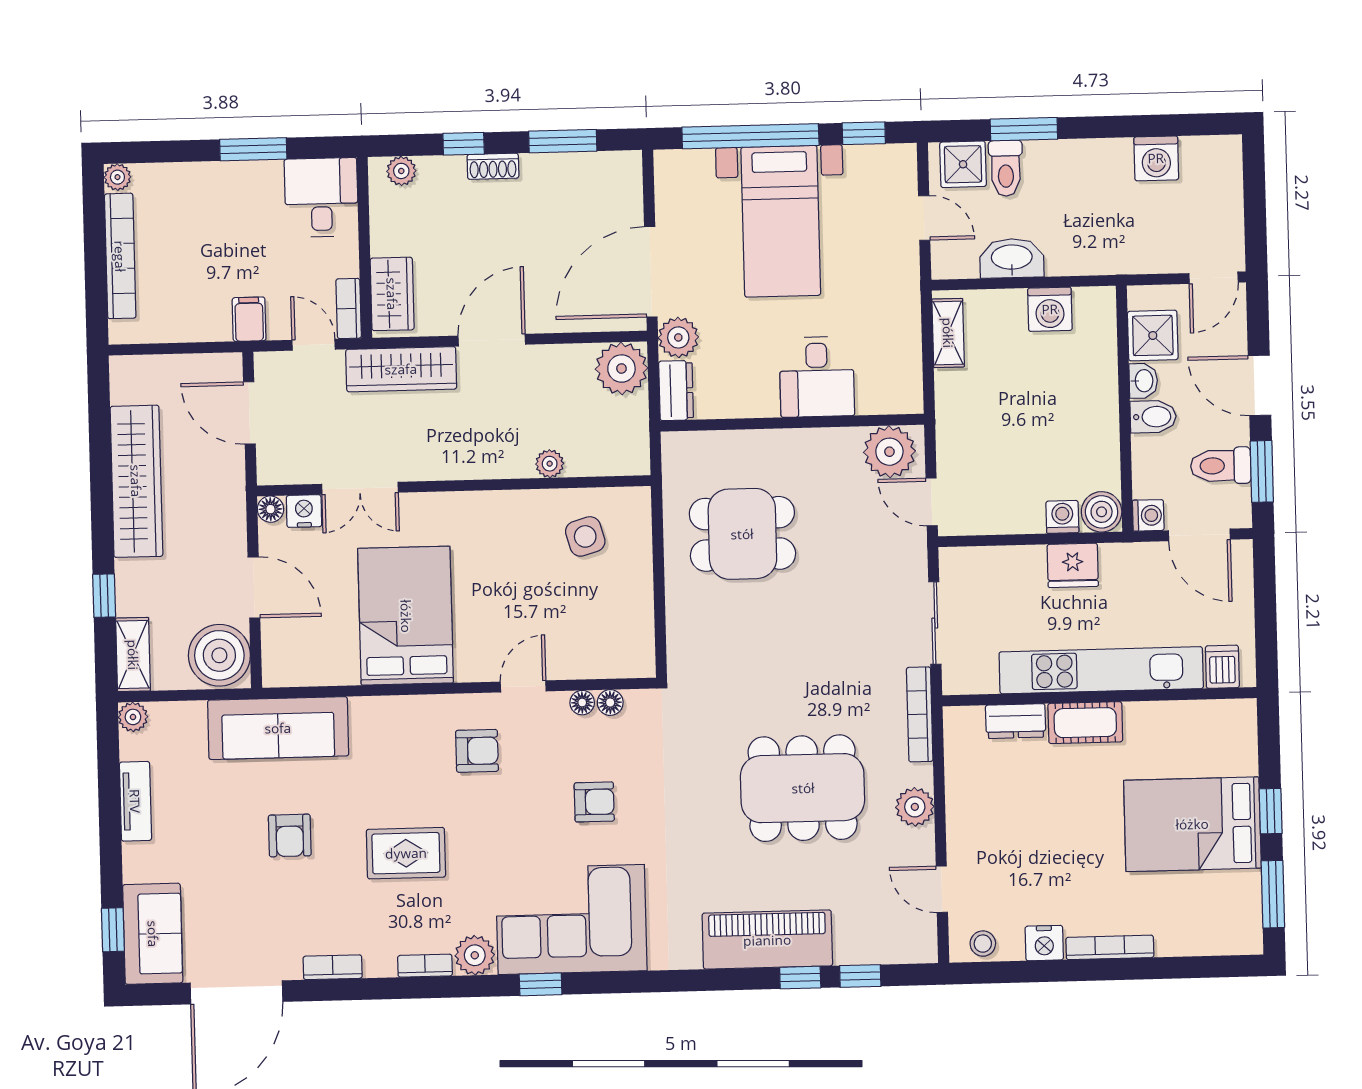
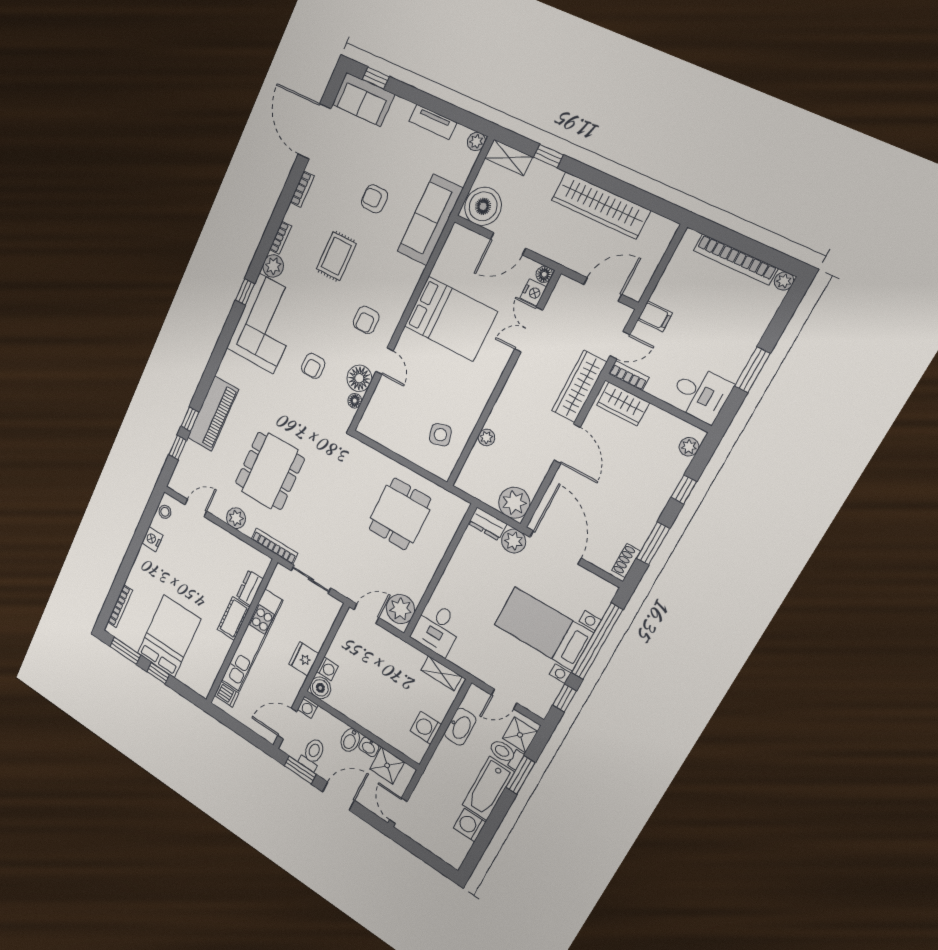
bathtub: (1079, 163) -> (488, 788), added
shoe rack: (493, 166) -> (626, 561), moved
desk: (817, 377) -> (437, 629), moved, turned -90
floor lamp: (582, 703) -> (359, 378), width x1.89, depth x1.89
bookcase: (1110, 947) -> (120, 606), moved

